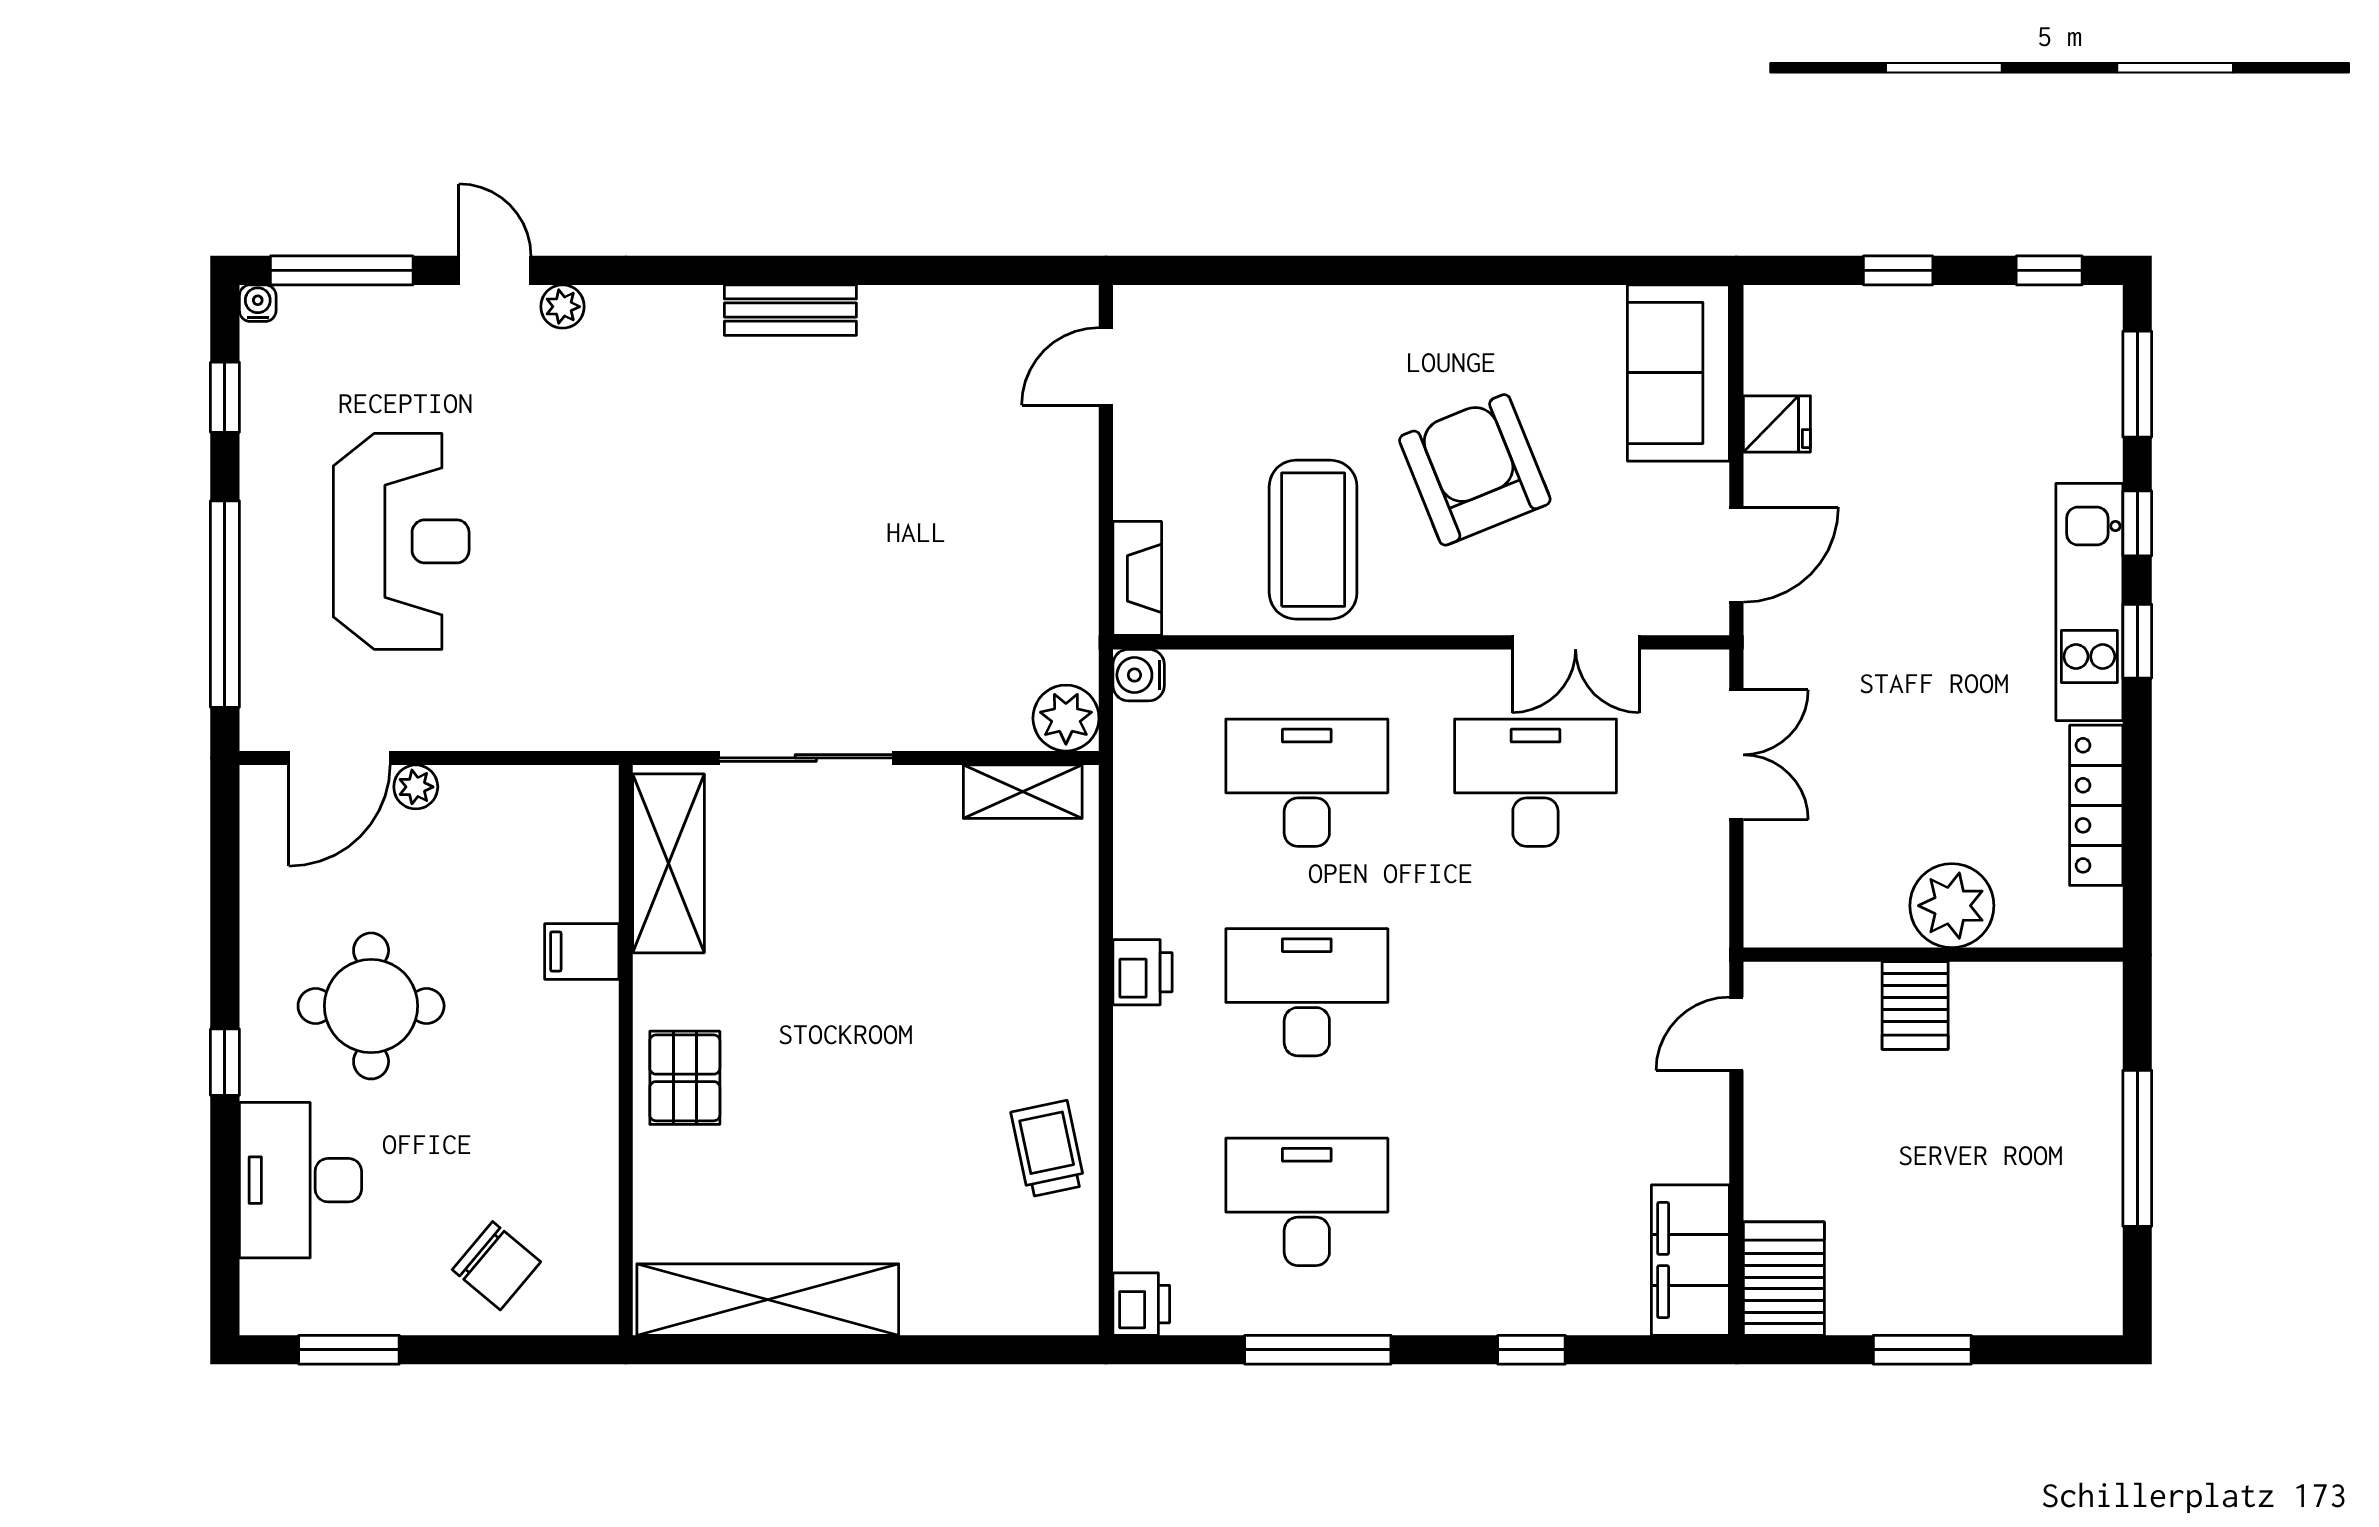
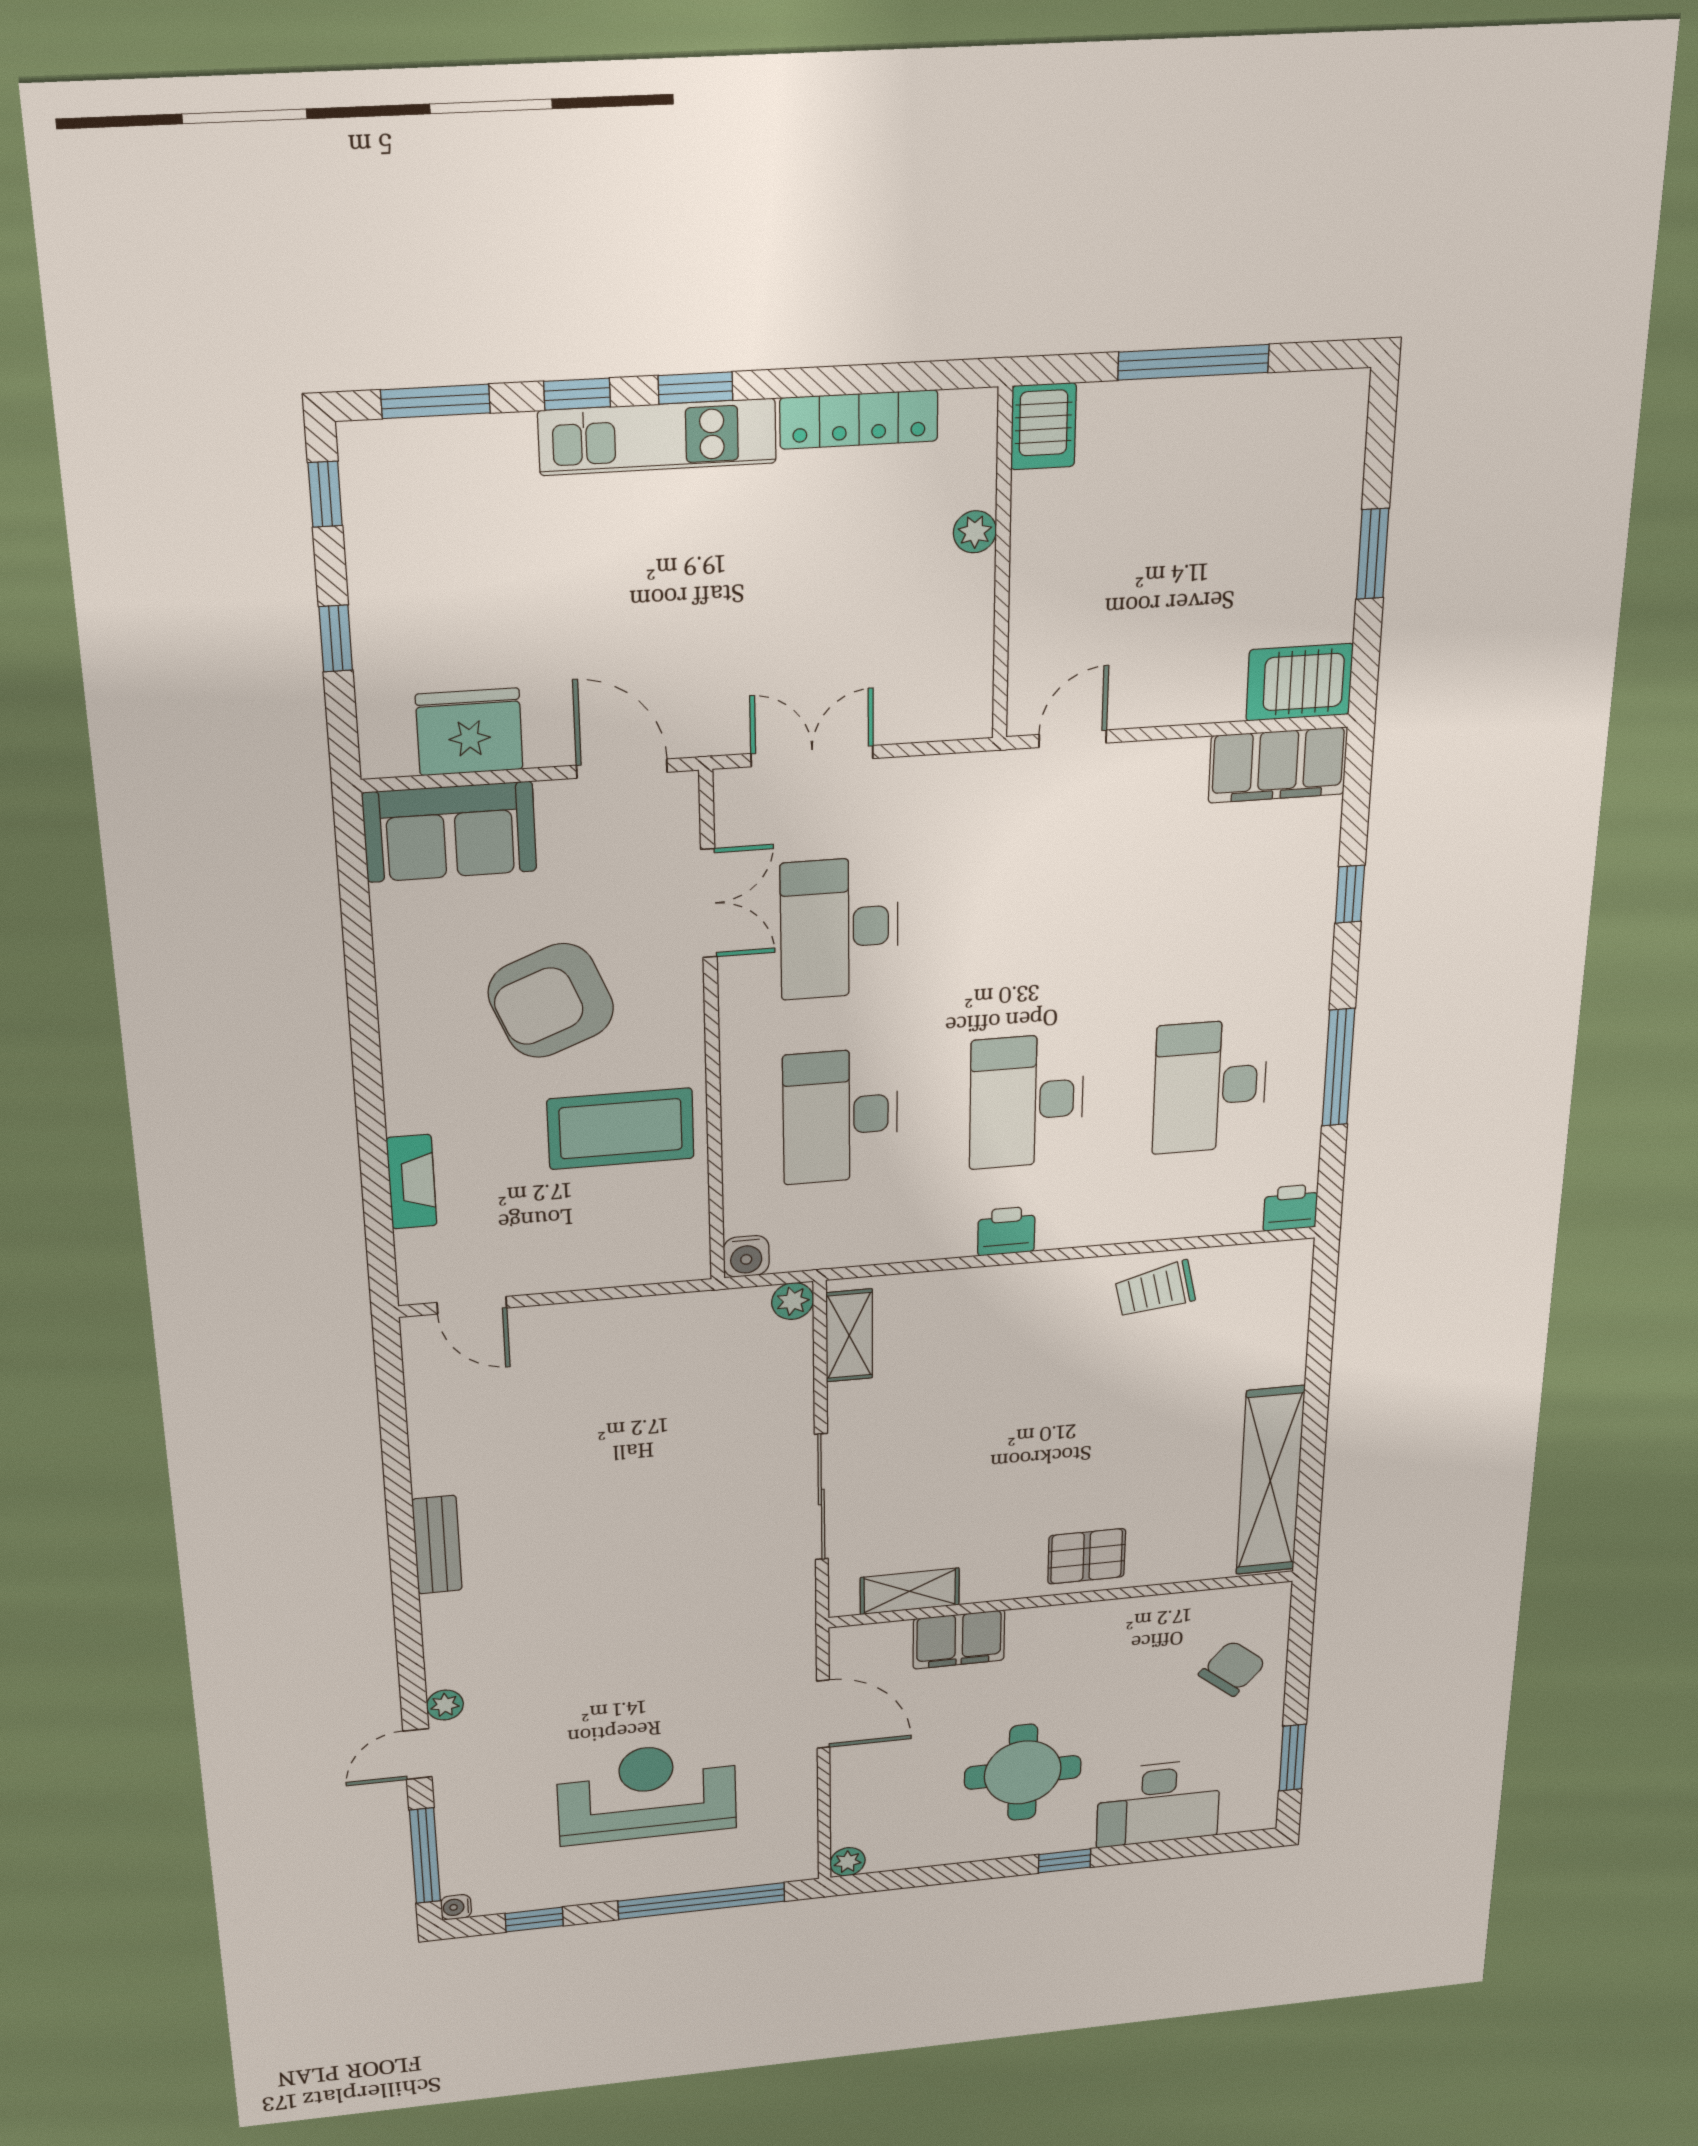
fridge: (1777, 424) -> (469, 732), width x1.88, depth x1.34
fireplace: (1137, 578) -> (412, 1182), moved, turned 90
plant: (1066, 718) -> (793, 1301), width x0.73, depth x0.73
door: (339, 758) -> (823, 1714), moved
plant: (416, 787) -> (848, 1862), moved
shelving: (668, 863) -> (910, 1591), width x0.67, depth x0.75
plant: (1952, 906) -> (975, 532), width x0.53, depth x0.53
filing cabinet: (582, 951) -> (959, 1640), width x2.00
server rack: (1915, 1005) -> (1043, 426), moved, turned 90
door: (1736, 1034) -> (1073, 739), swing flipped

